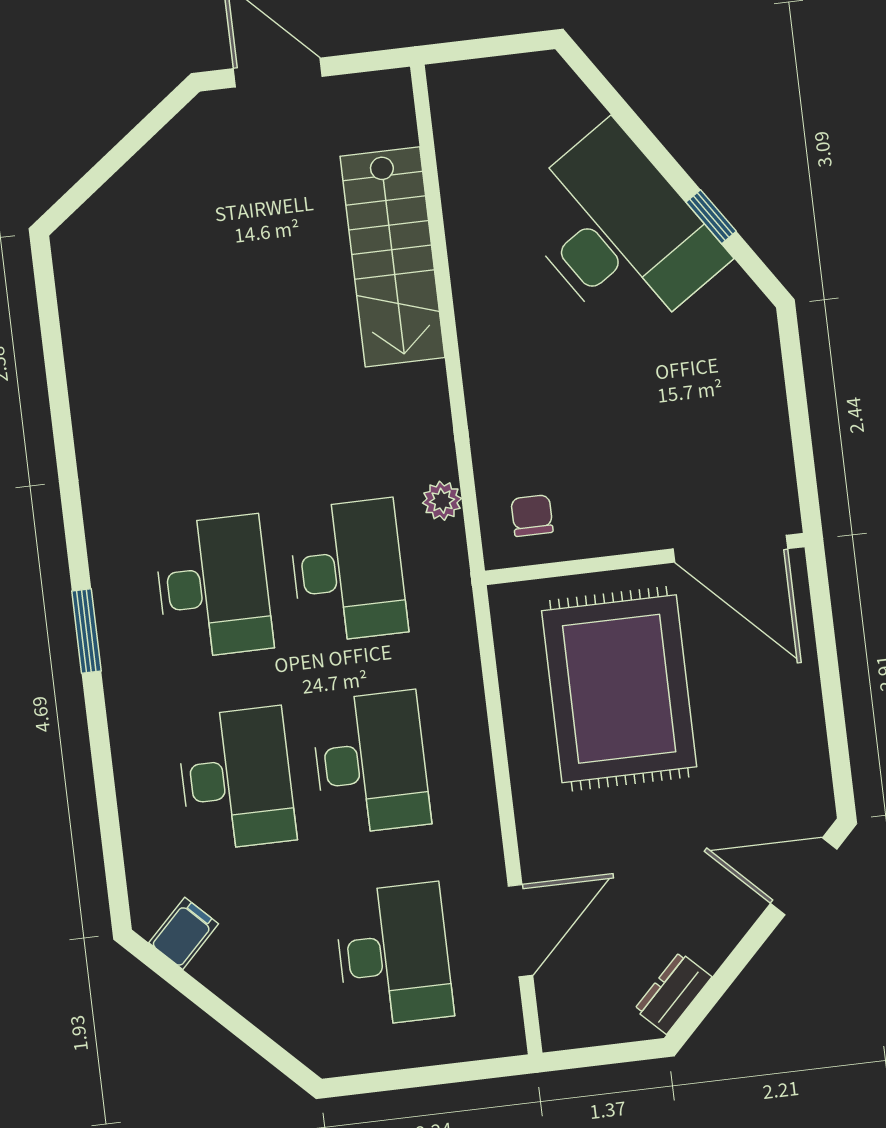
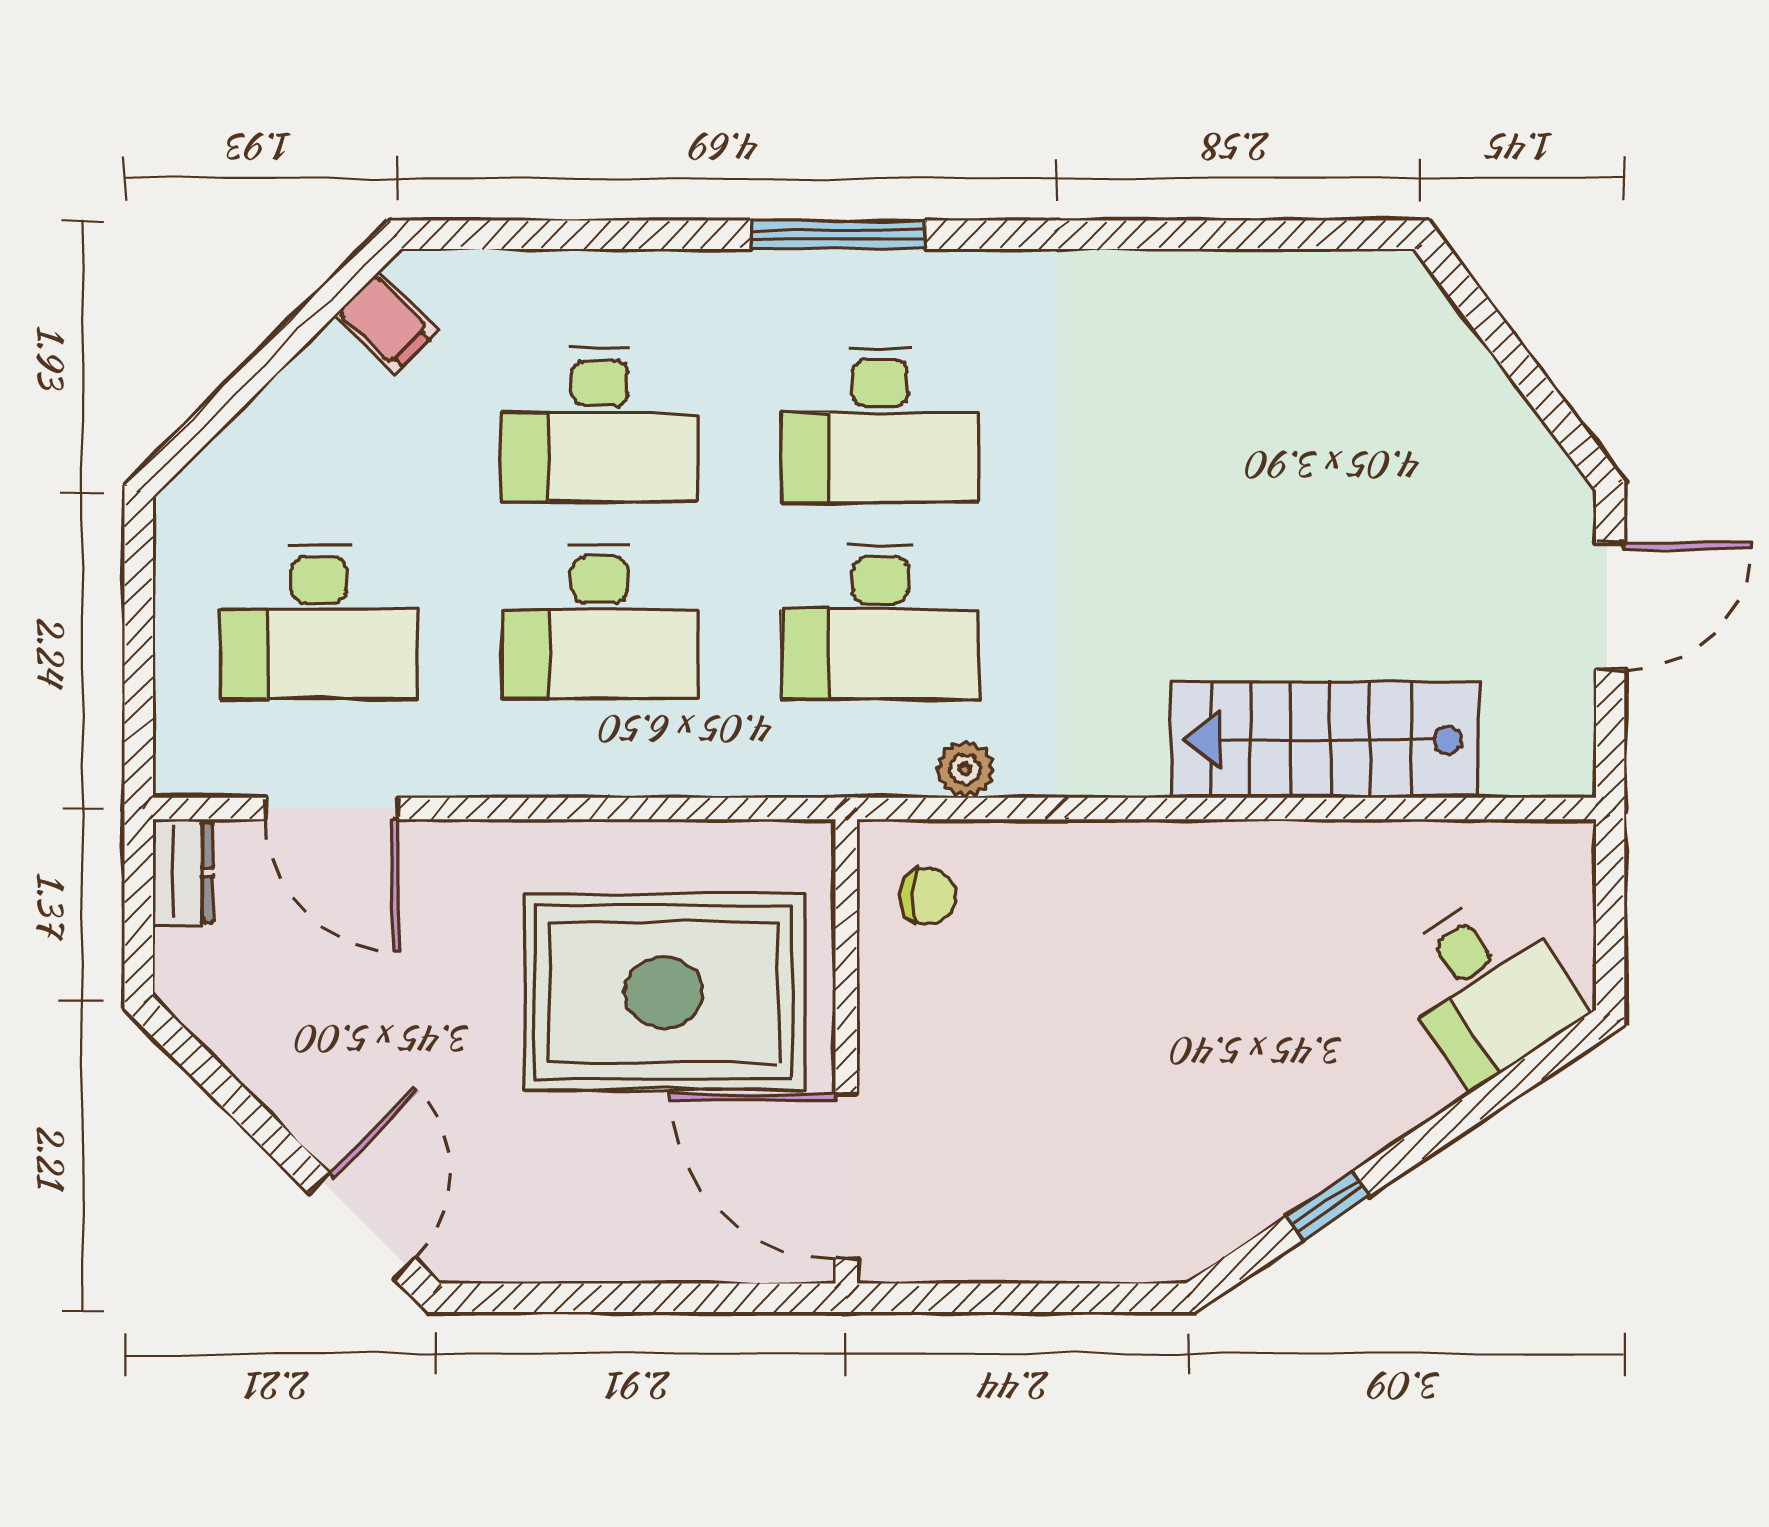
desk: (619, 233) -> (1487, 988), moved, width x0.53, depth x0.77
door: (730, 549) -> (846, 1177), hinge flipped
window: (86, 631) -> (839, 235), width x1.44
dresser: (673, 993) -> (183, 872), moved, turned 45

